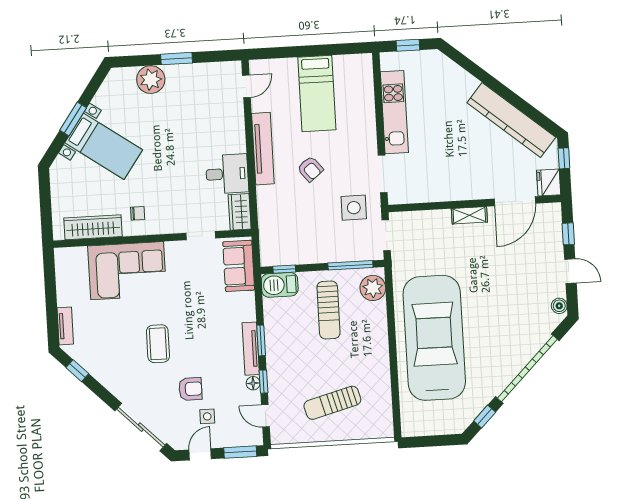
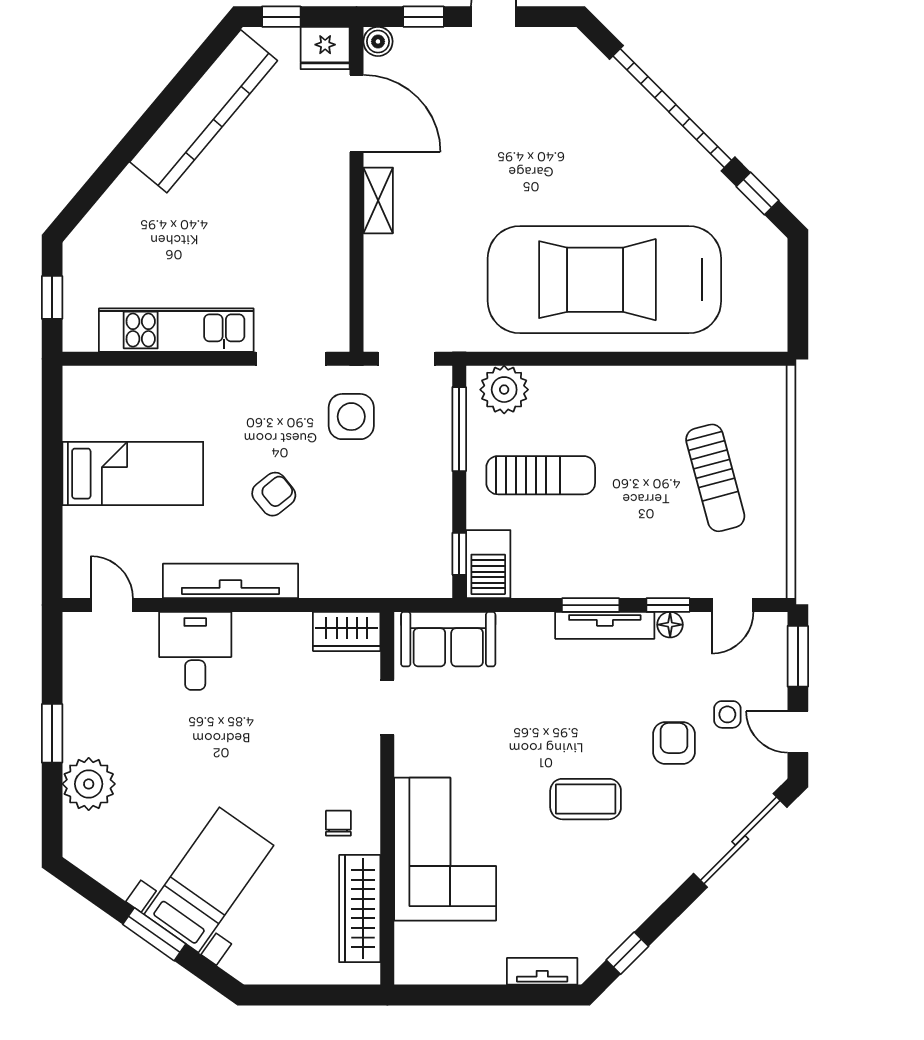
desk: (227, 174) -> (195, 651), moved
boiler: (559, 306) -> (378, 41), moved

